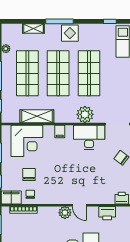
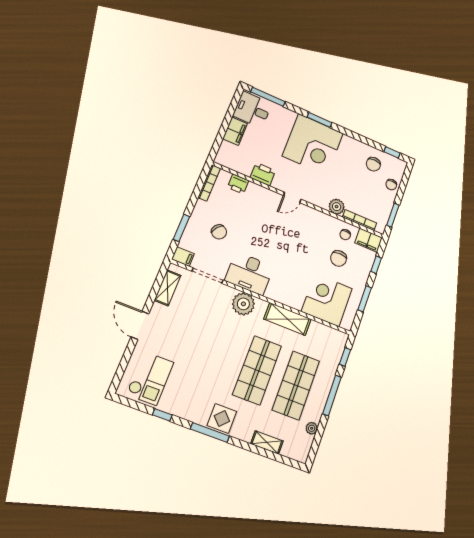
window: (59, 21) -> (210, 432), moved
shop shelf: (89, 73) -> (218, 355), removed
shelving: (37, 116) -> (288, 319), moved
filing cabinet: (60, 132) -> (283, 295), removed
door: (79, 205) -> (292, 197), swing flipped
plant: (65, 213) -> (337, 207), moved

